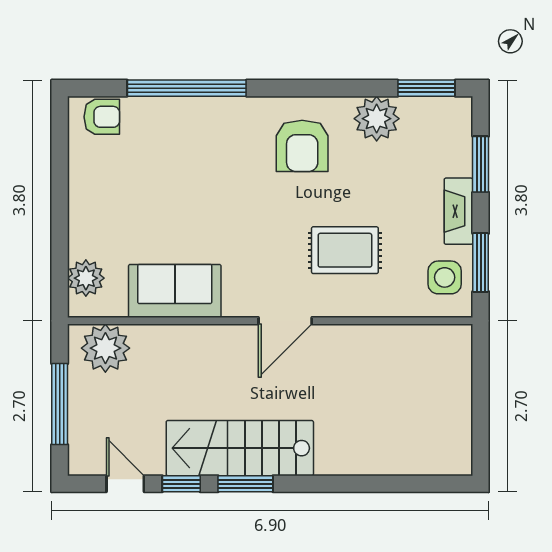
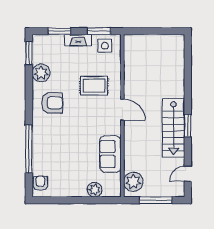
rug: (345, 250) -> (94, 86), turned 90
plant: (86, 278) -> (95, 190), moved
window: (181, 484) -> (188, 151), removed

